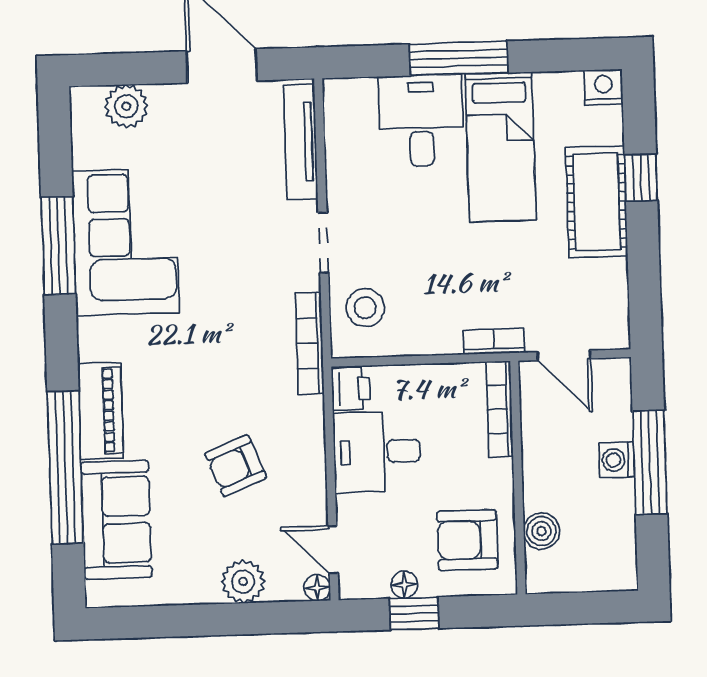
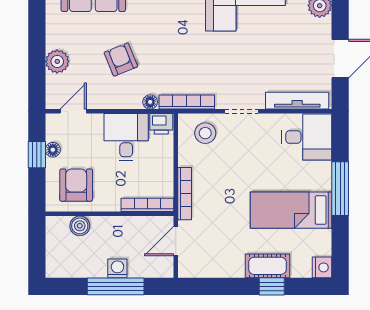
desk: (421, 121) -> (307, 137), moved
cot: (597, 202) -> (267, 266), width x0.73, depth x0.75
bookcase: (494, 341) -> (185, 194), width x1.56
floor lamp: (317, 588) -> (150, 102), moved

